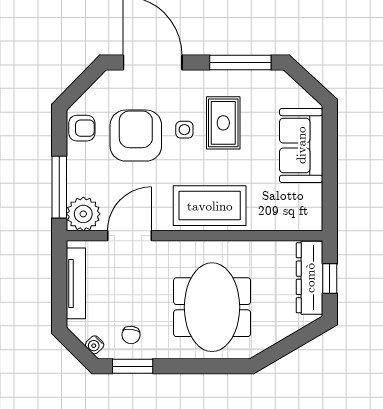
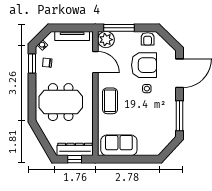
rug: (223, 123) -> (150, 107), removed
sofa: (301, 145) -> (119, 145), moved
coffee table: (210, 206) -> (110, 101), width x0.73, depth x0.76

